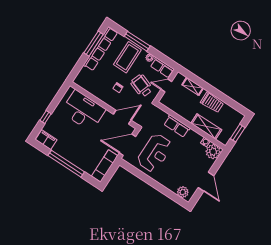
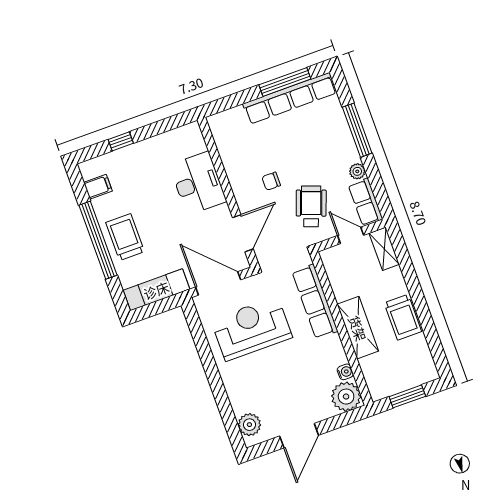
coffee table: (127, 57) -> (323, 144), removed
shelving: (193, 86) -> (384, 249), moved
desk: (83, 111) -> (198, 183), width x0.73, depth x0.77
door: (122, 117) -> (243, 233), hinge flipped
row of seats: (177, 126) -> (315, 302), width x1.48
shelving: (206, 126) -> (358, 328), moved
filing cabinet: (46, 140) -> (98, 187), width x0.50
reception desk: (155, 153) -> (252, 329), turned 180
trolley: (76, 154) -> (125, 237), added

